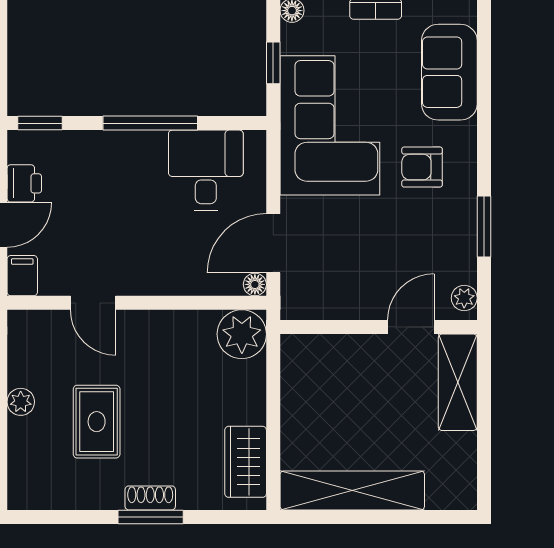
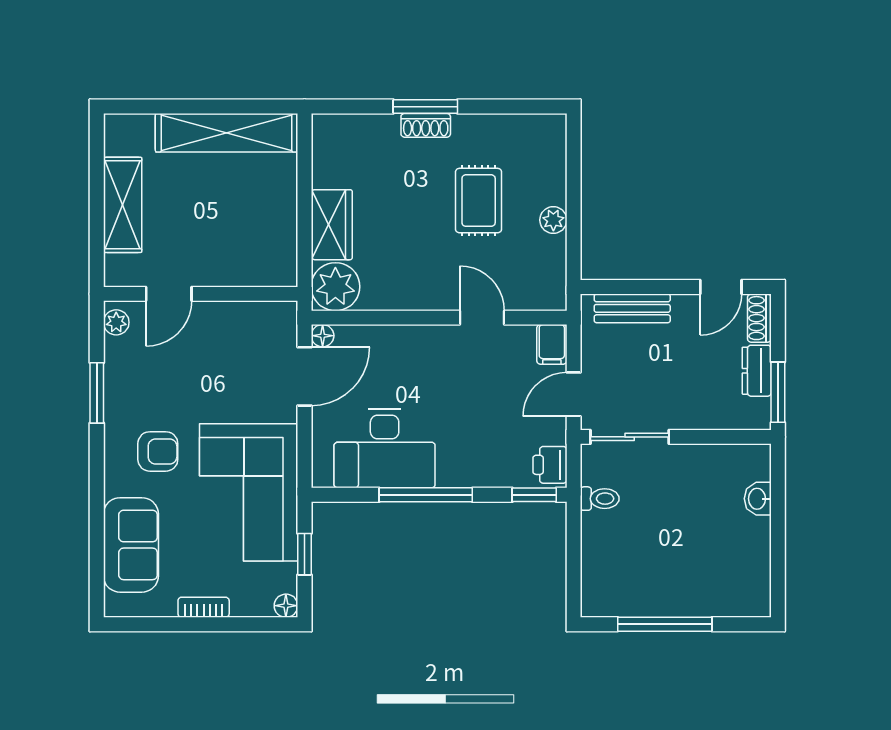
desk: (206, 170) -> (385, 448), width x1.37
printer: (24, 183) -> (550, 465), moved
shelving: (458, 382) -> (123, 205), moved
wardrobe: (246, 462) -> (332, 225), moved

